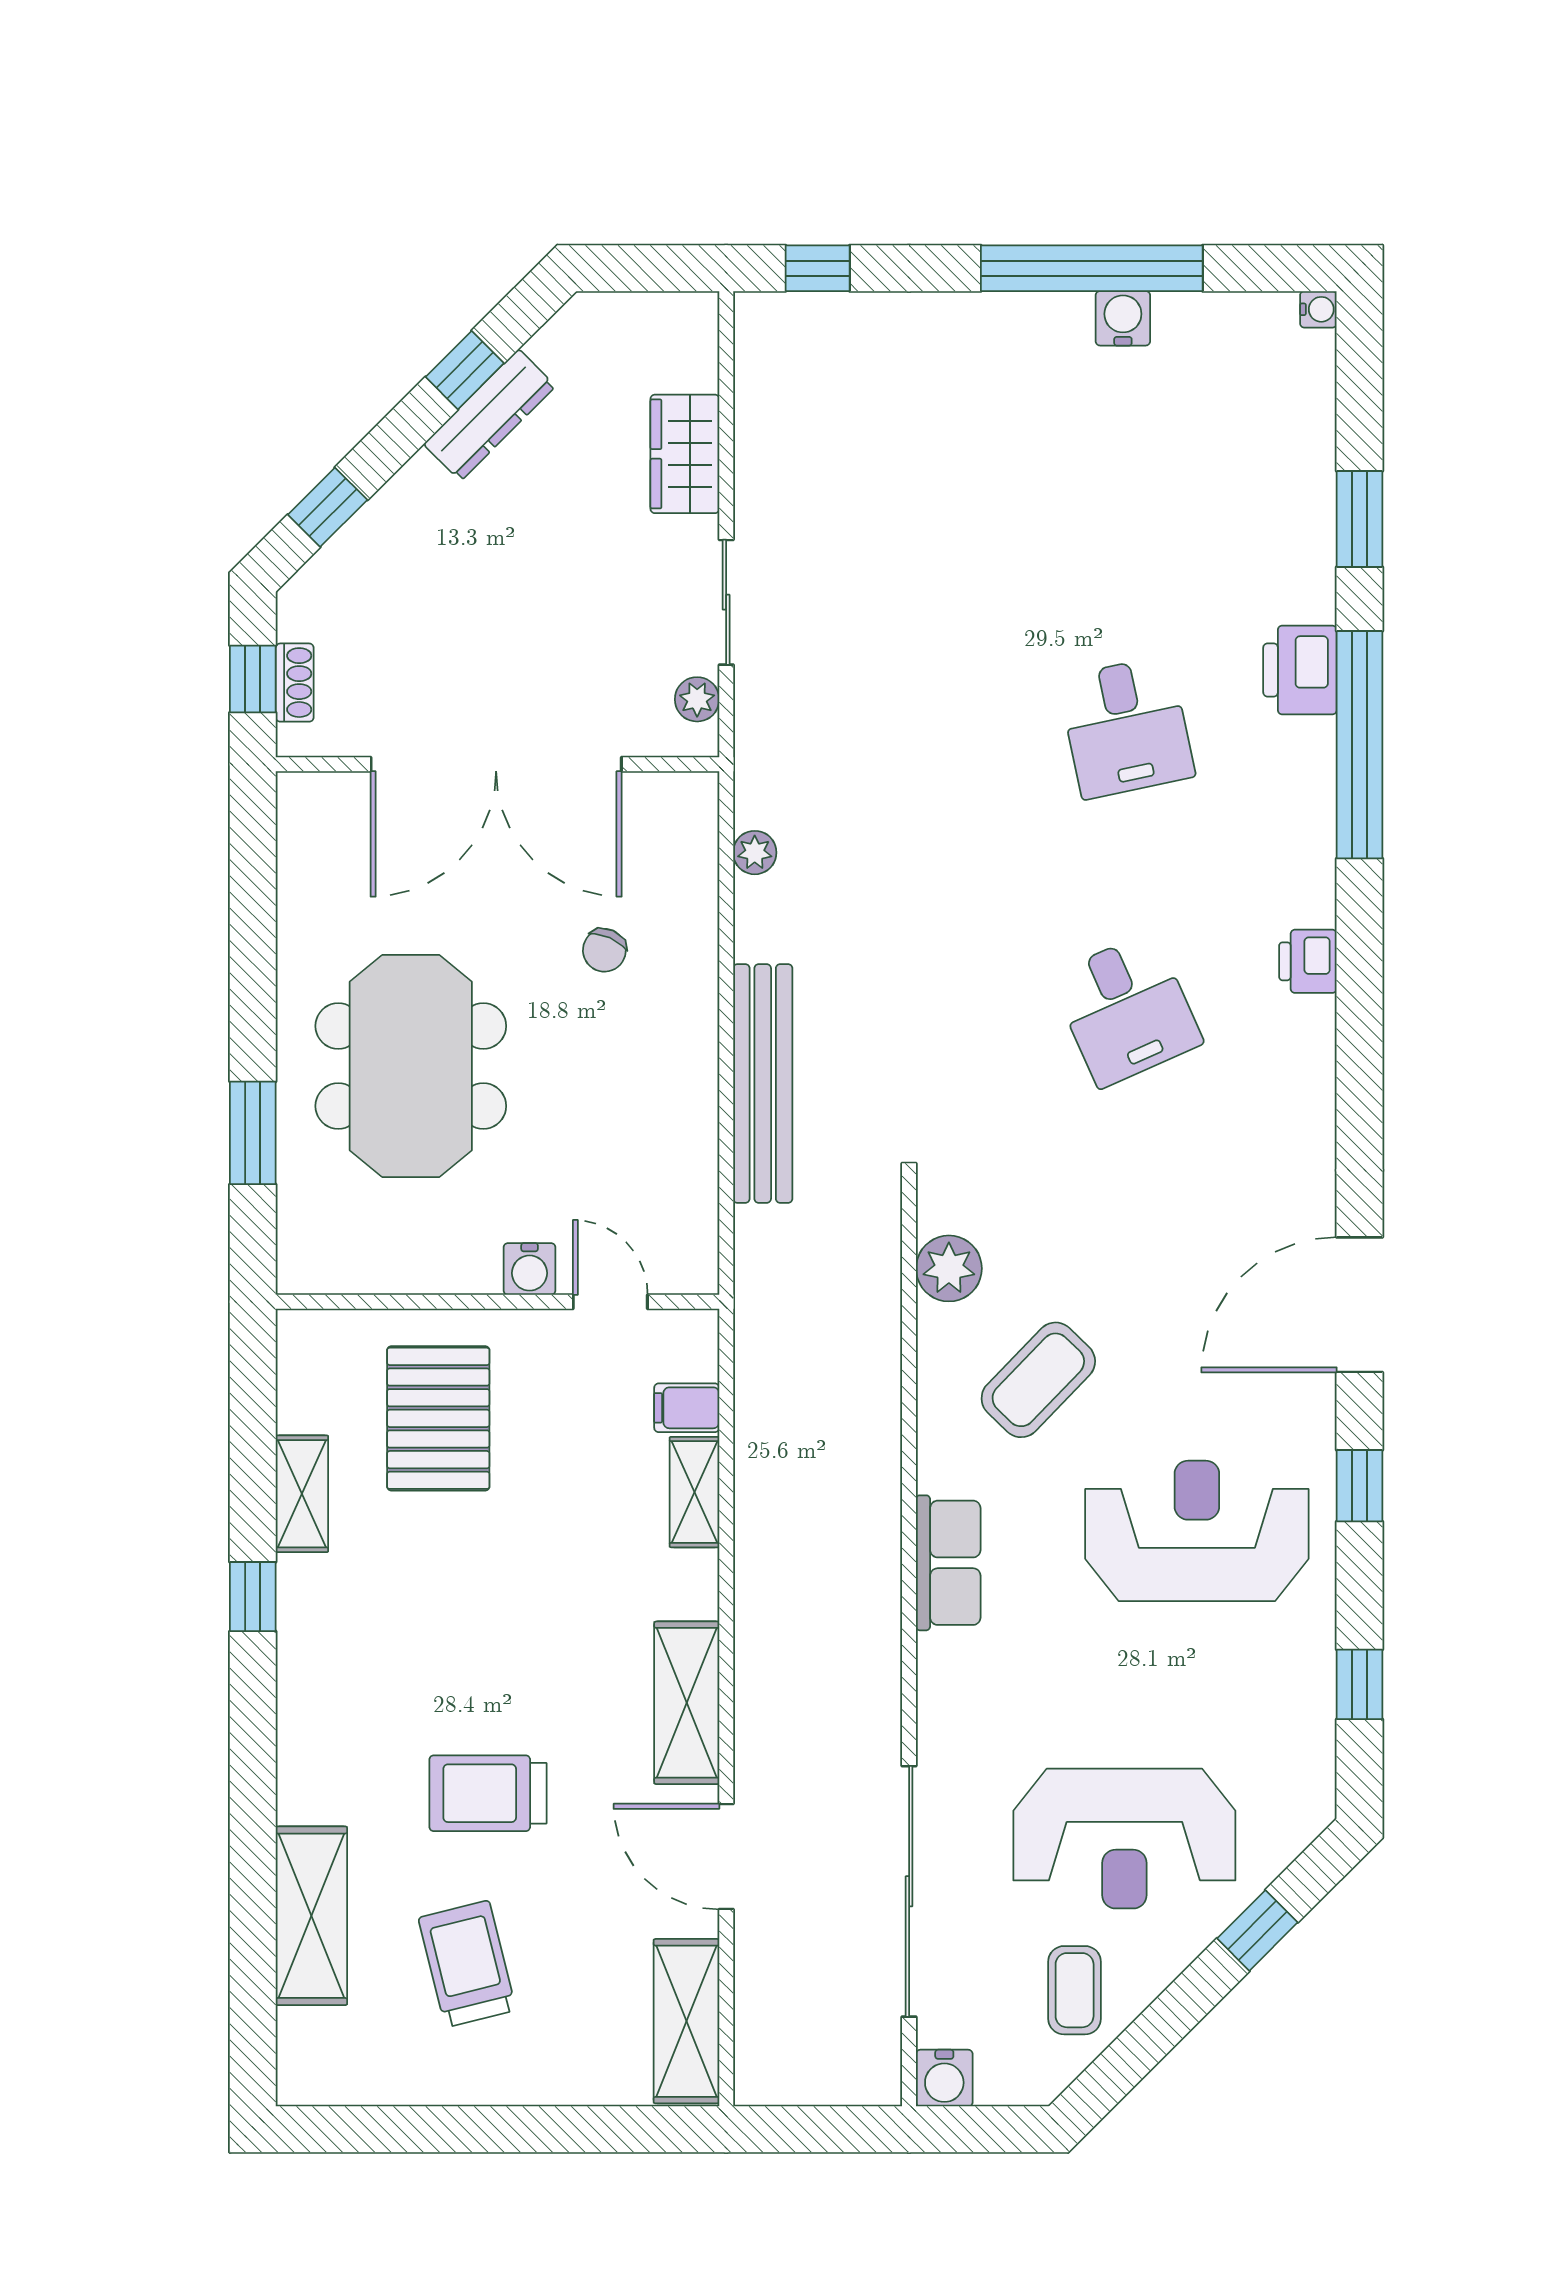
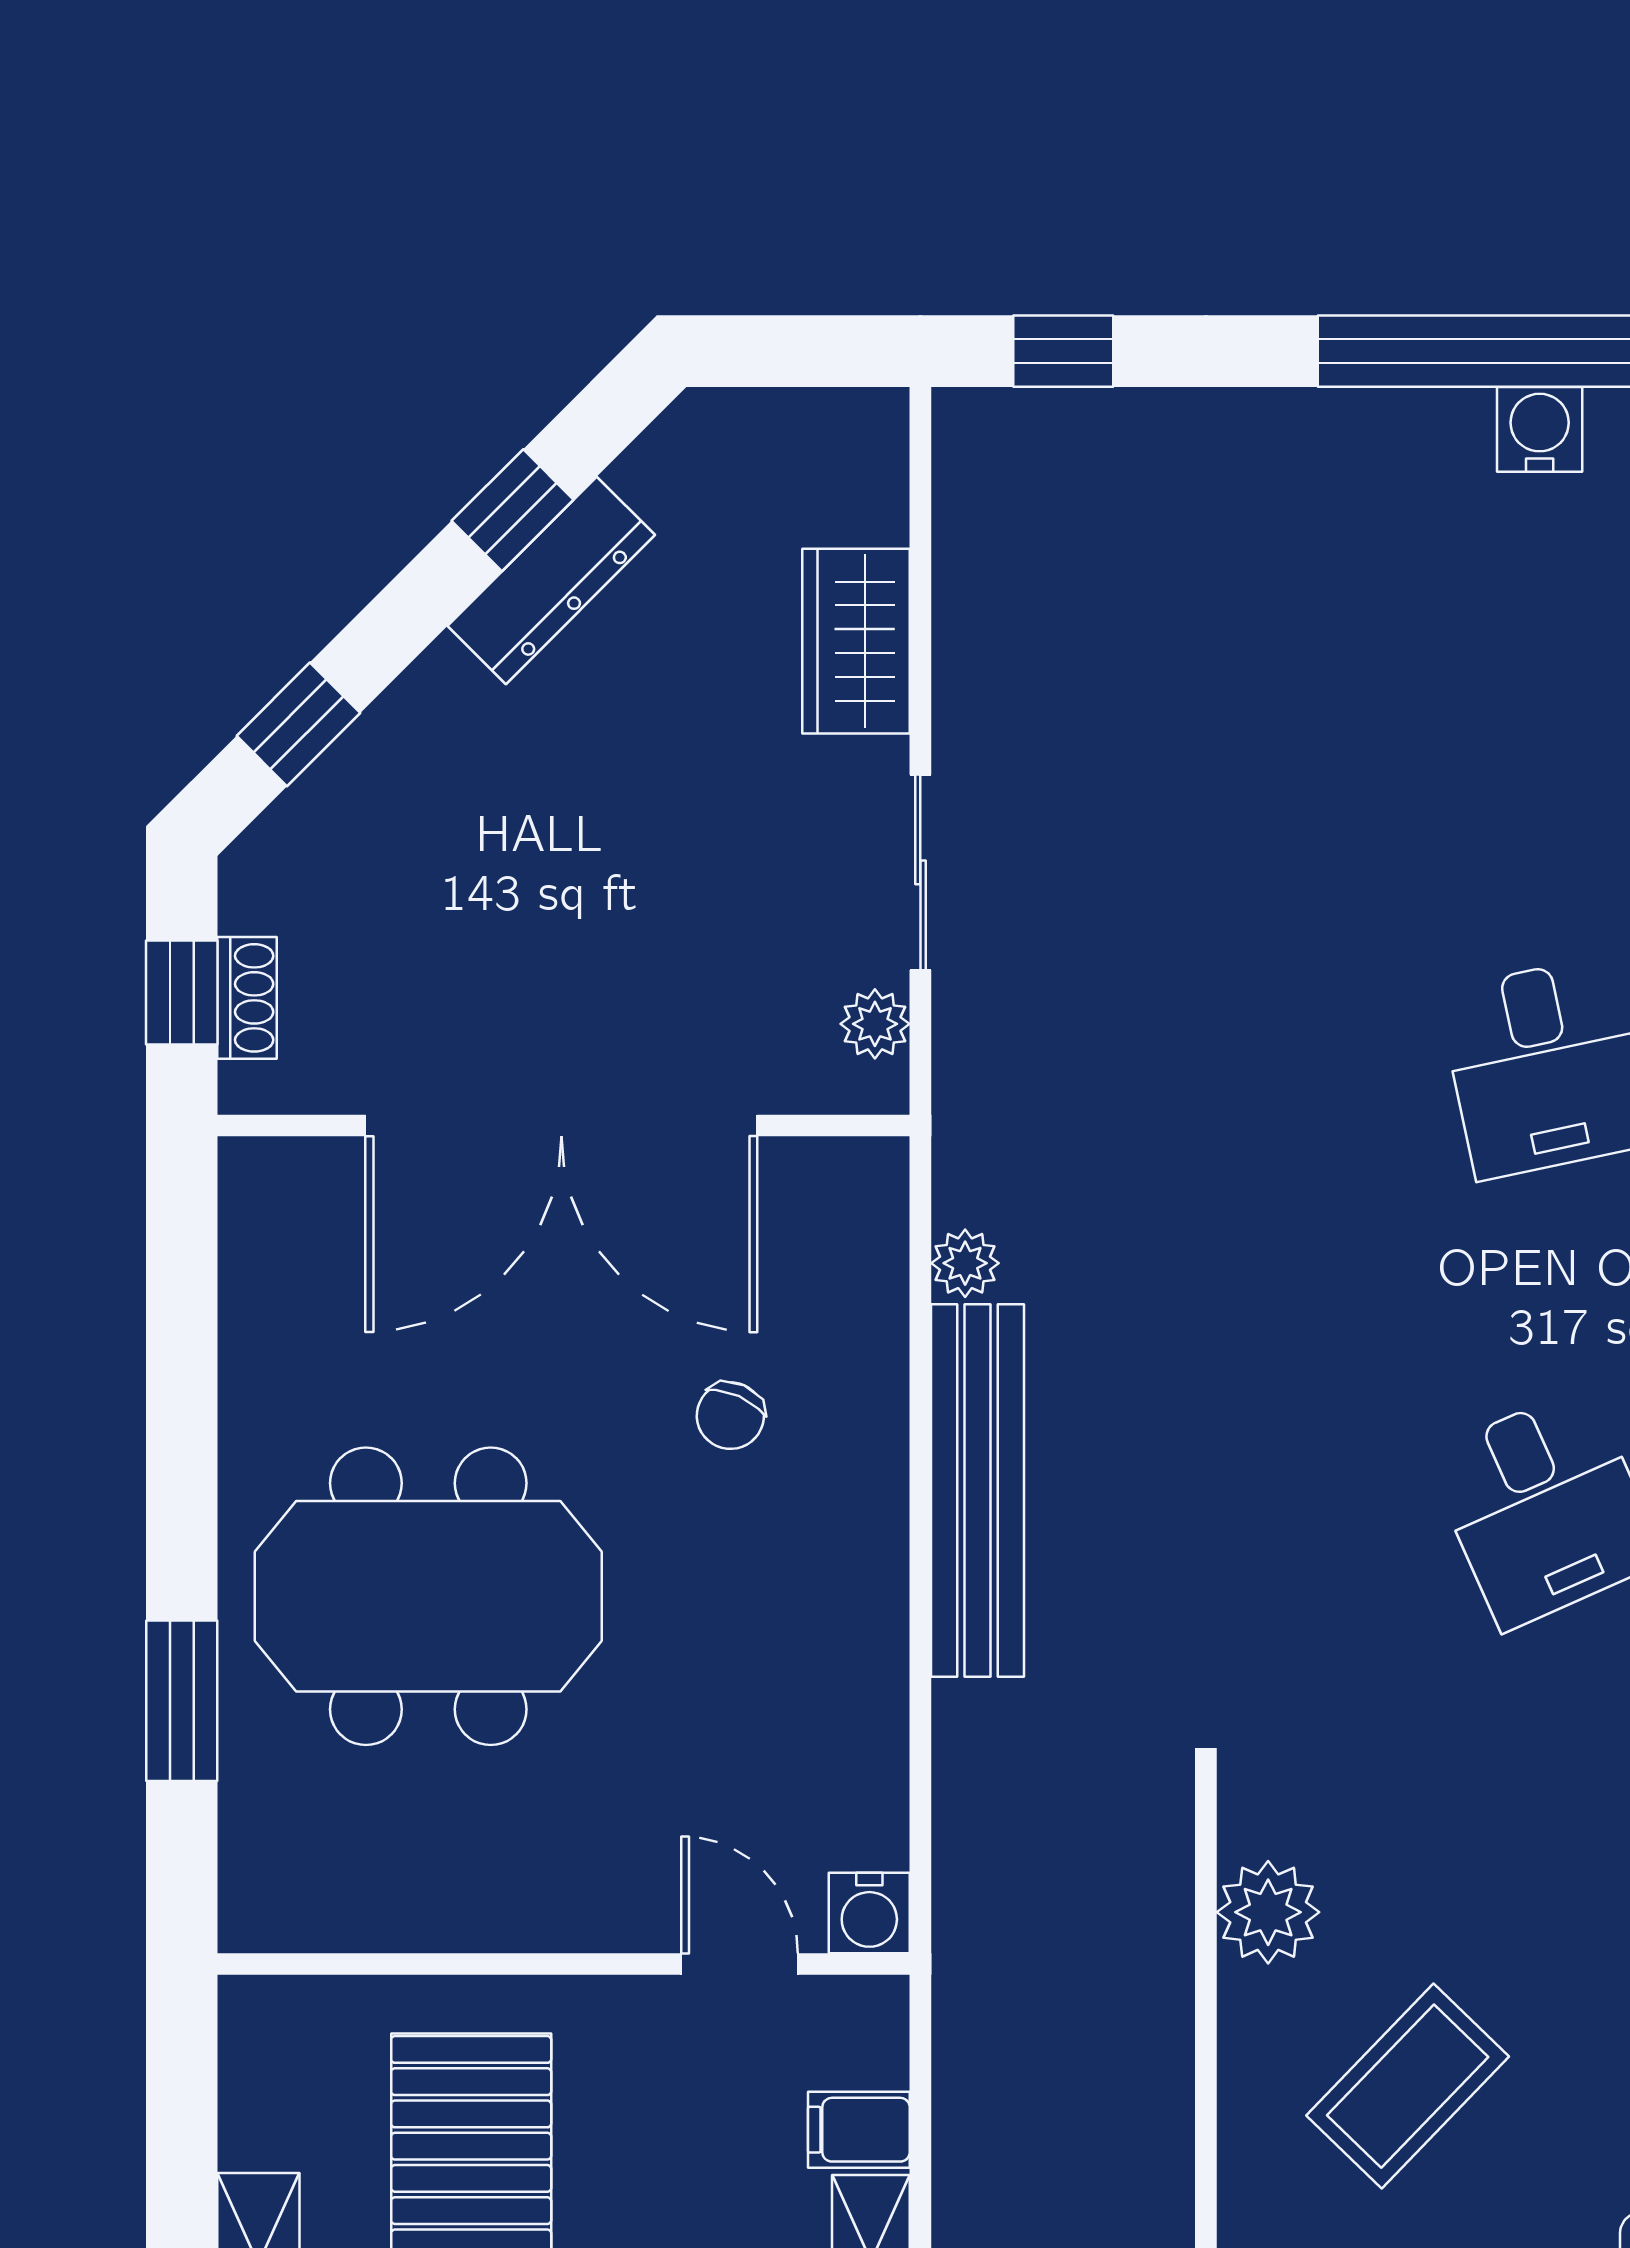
meeting table: (411, 1066) -> (428, 1596), turned 90
bench: (763, 1084) -> (977, 1491), moved
water cooler: (530, 1269) -> (869, 1913), moved

